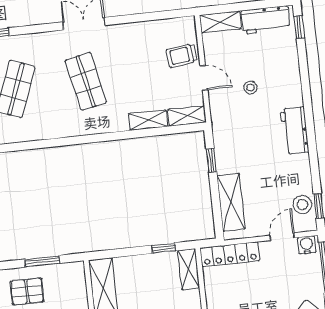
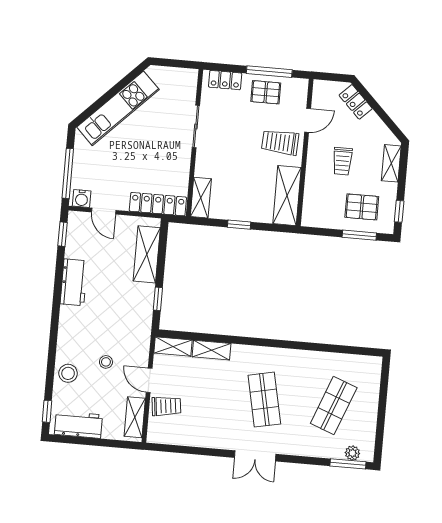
shelving: (220, 22) -> (135, 417), moved, turned 90
workbench: (295, 130) -> (74, 282), moved
stool: (302, 205) -> (68, 373), moved
door: (282, 237) -> (104, 211), hinge flipped
window: (164, 248) -> (239, 225), moved
window: (42, 261) -> (359, 235), moved

